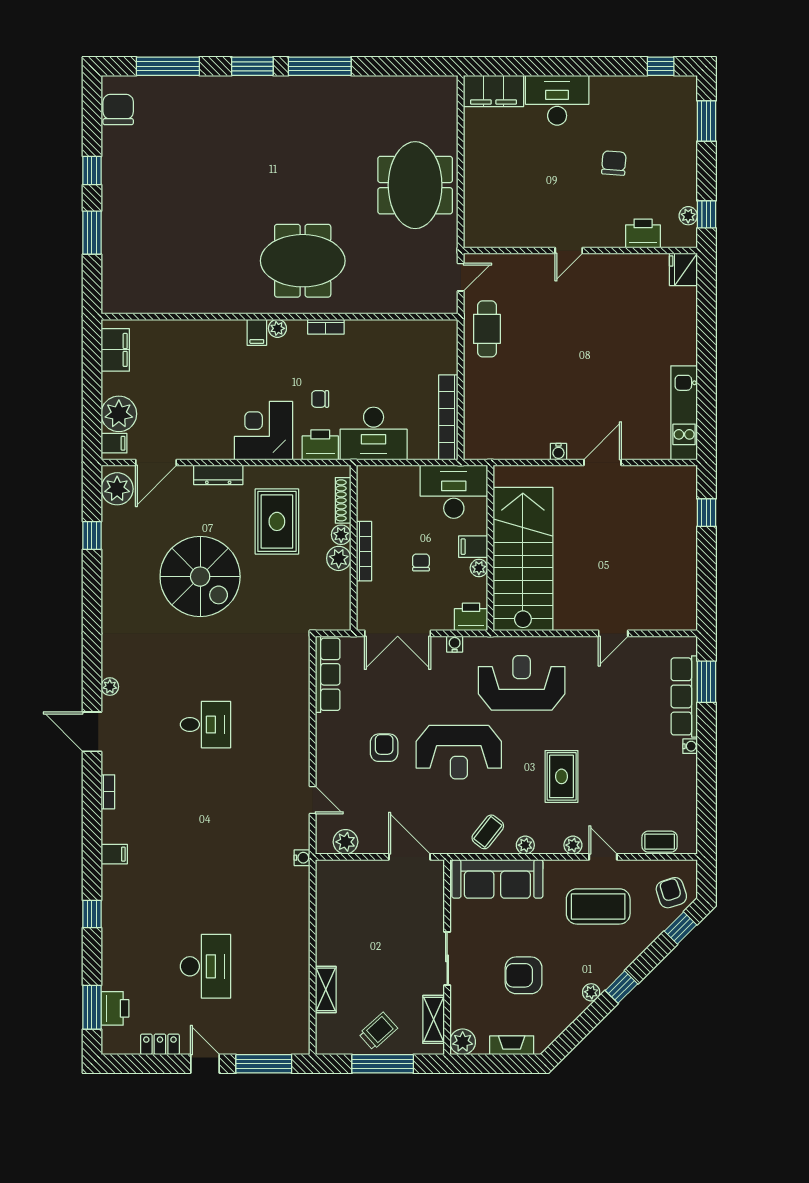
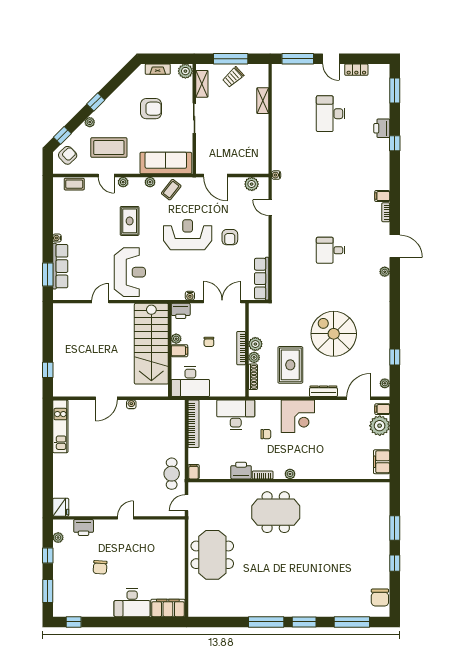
window: (706, 214) -> (48, 555), moved
filing cabinet: (257, 332) -> (194, 472), moved
printer: (320, 445) -> (241, 471), moved, turned 180
plant: (117, 489) -> (385, 383), width x0.53, depth x0.53
reception desk: (522, 683) -> (130, 272), moved, turned -90
filing cabinet: (114, 854) -> (382, 196), moved
armchair: (671, 893) -> (68, 155), turned -116
plant: (591, 992) -> (90, 122), moved
printer: (115, 1008) -> (382, 128), moved

